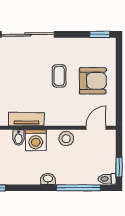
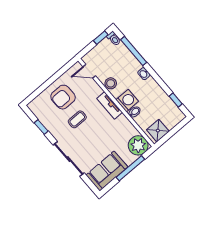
window: (100, 34) -> (41, 127), moved
armchair: (93, 81) -> (63, 97), turned -90
tv unit: (26, 119) -> (110, 105), moved

